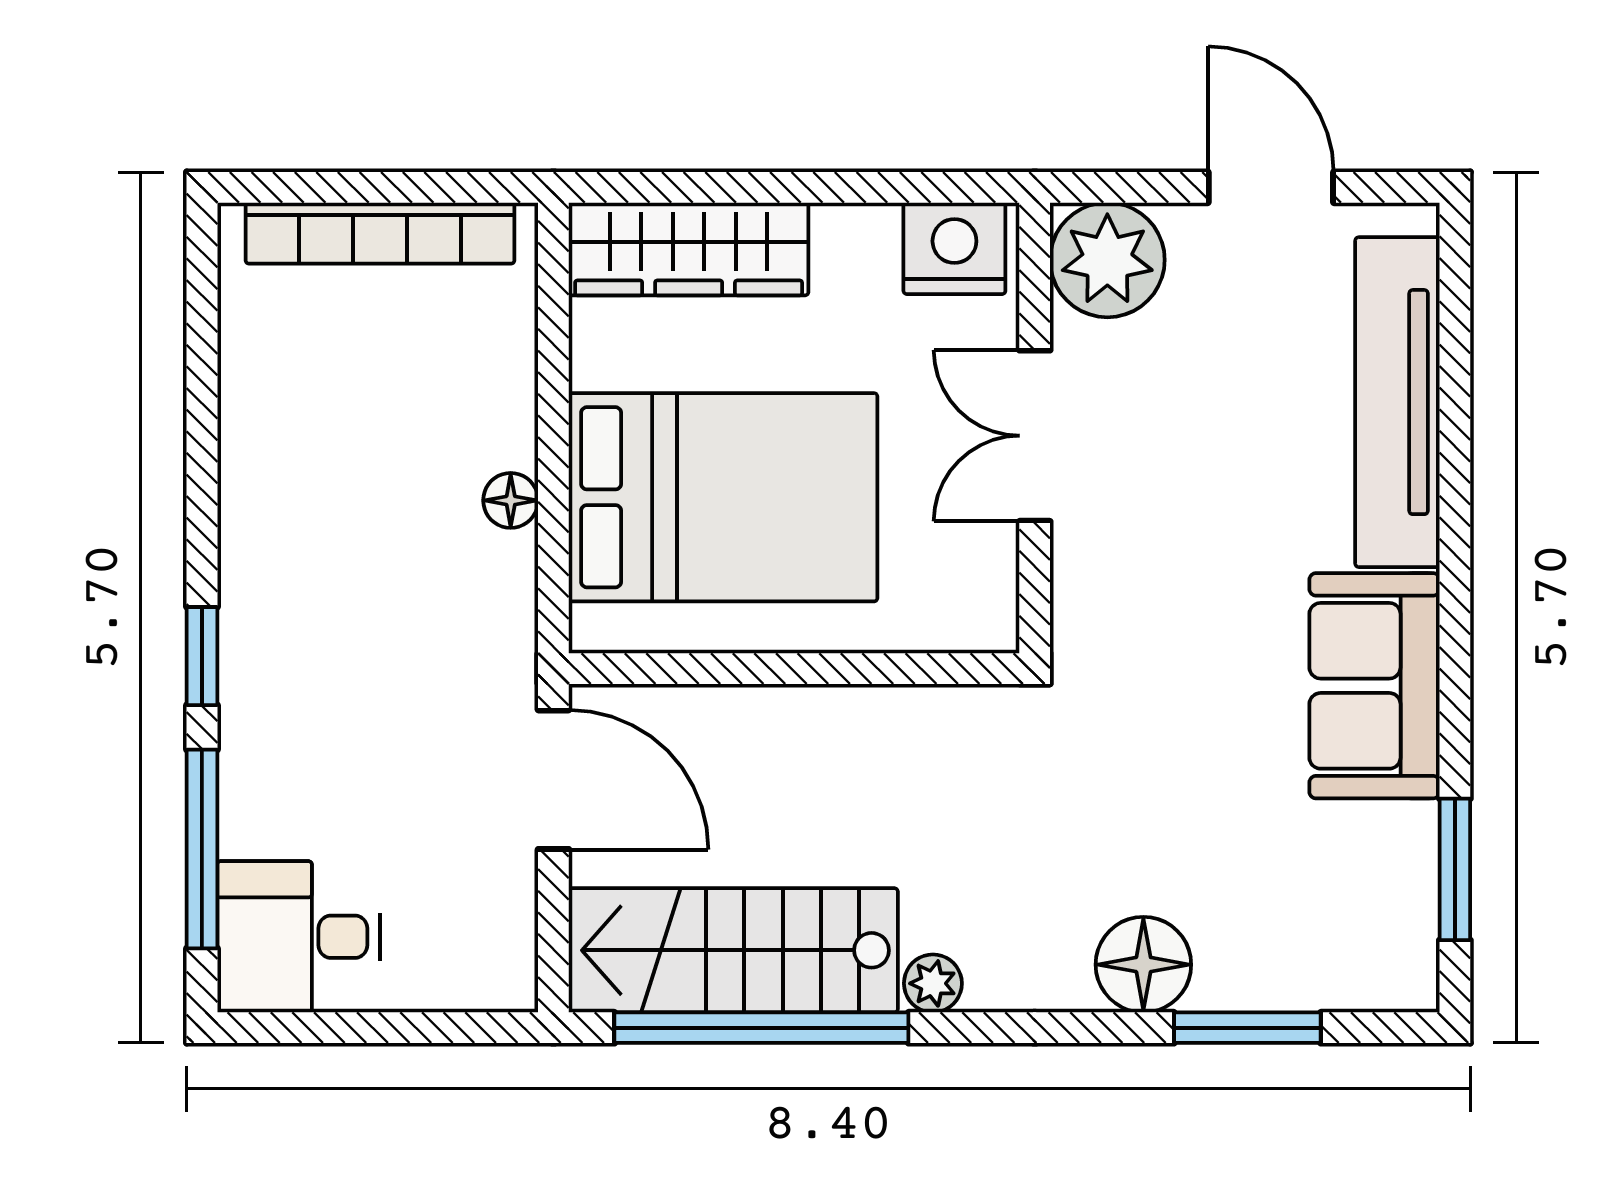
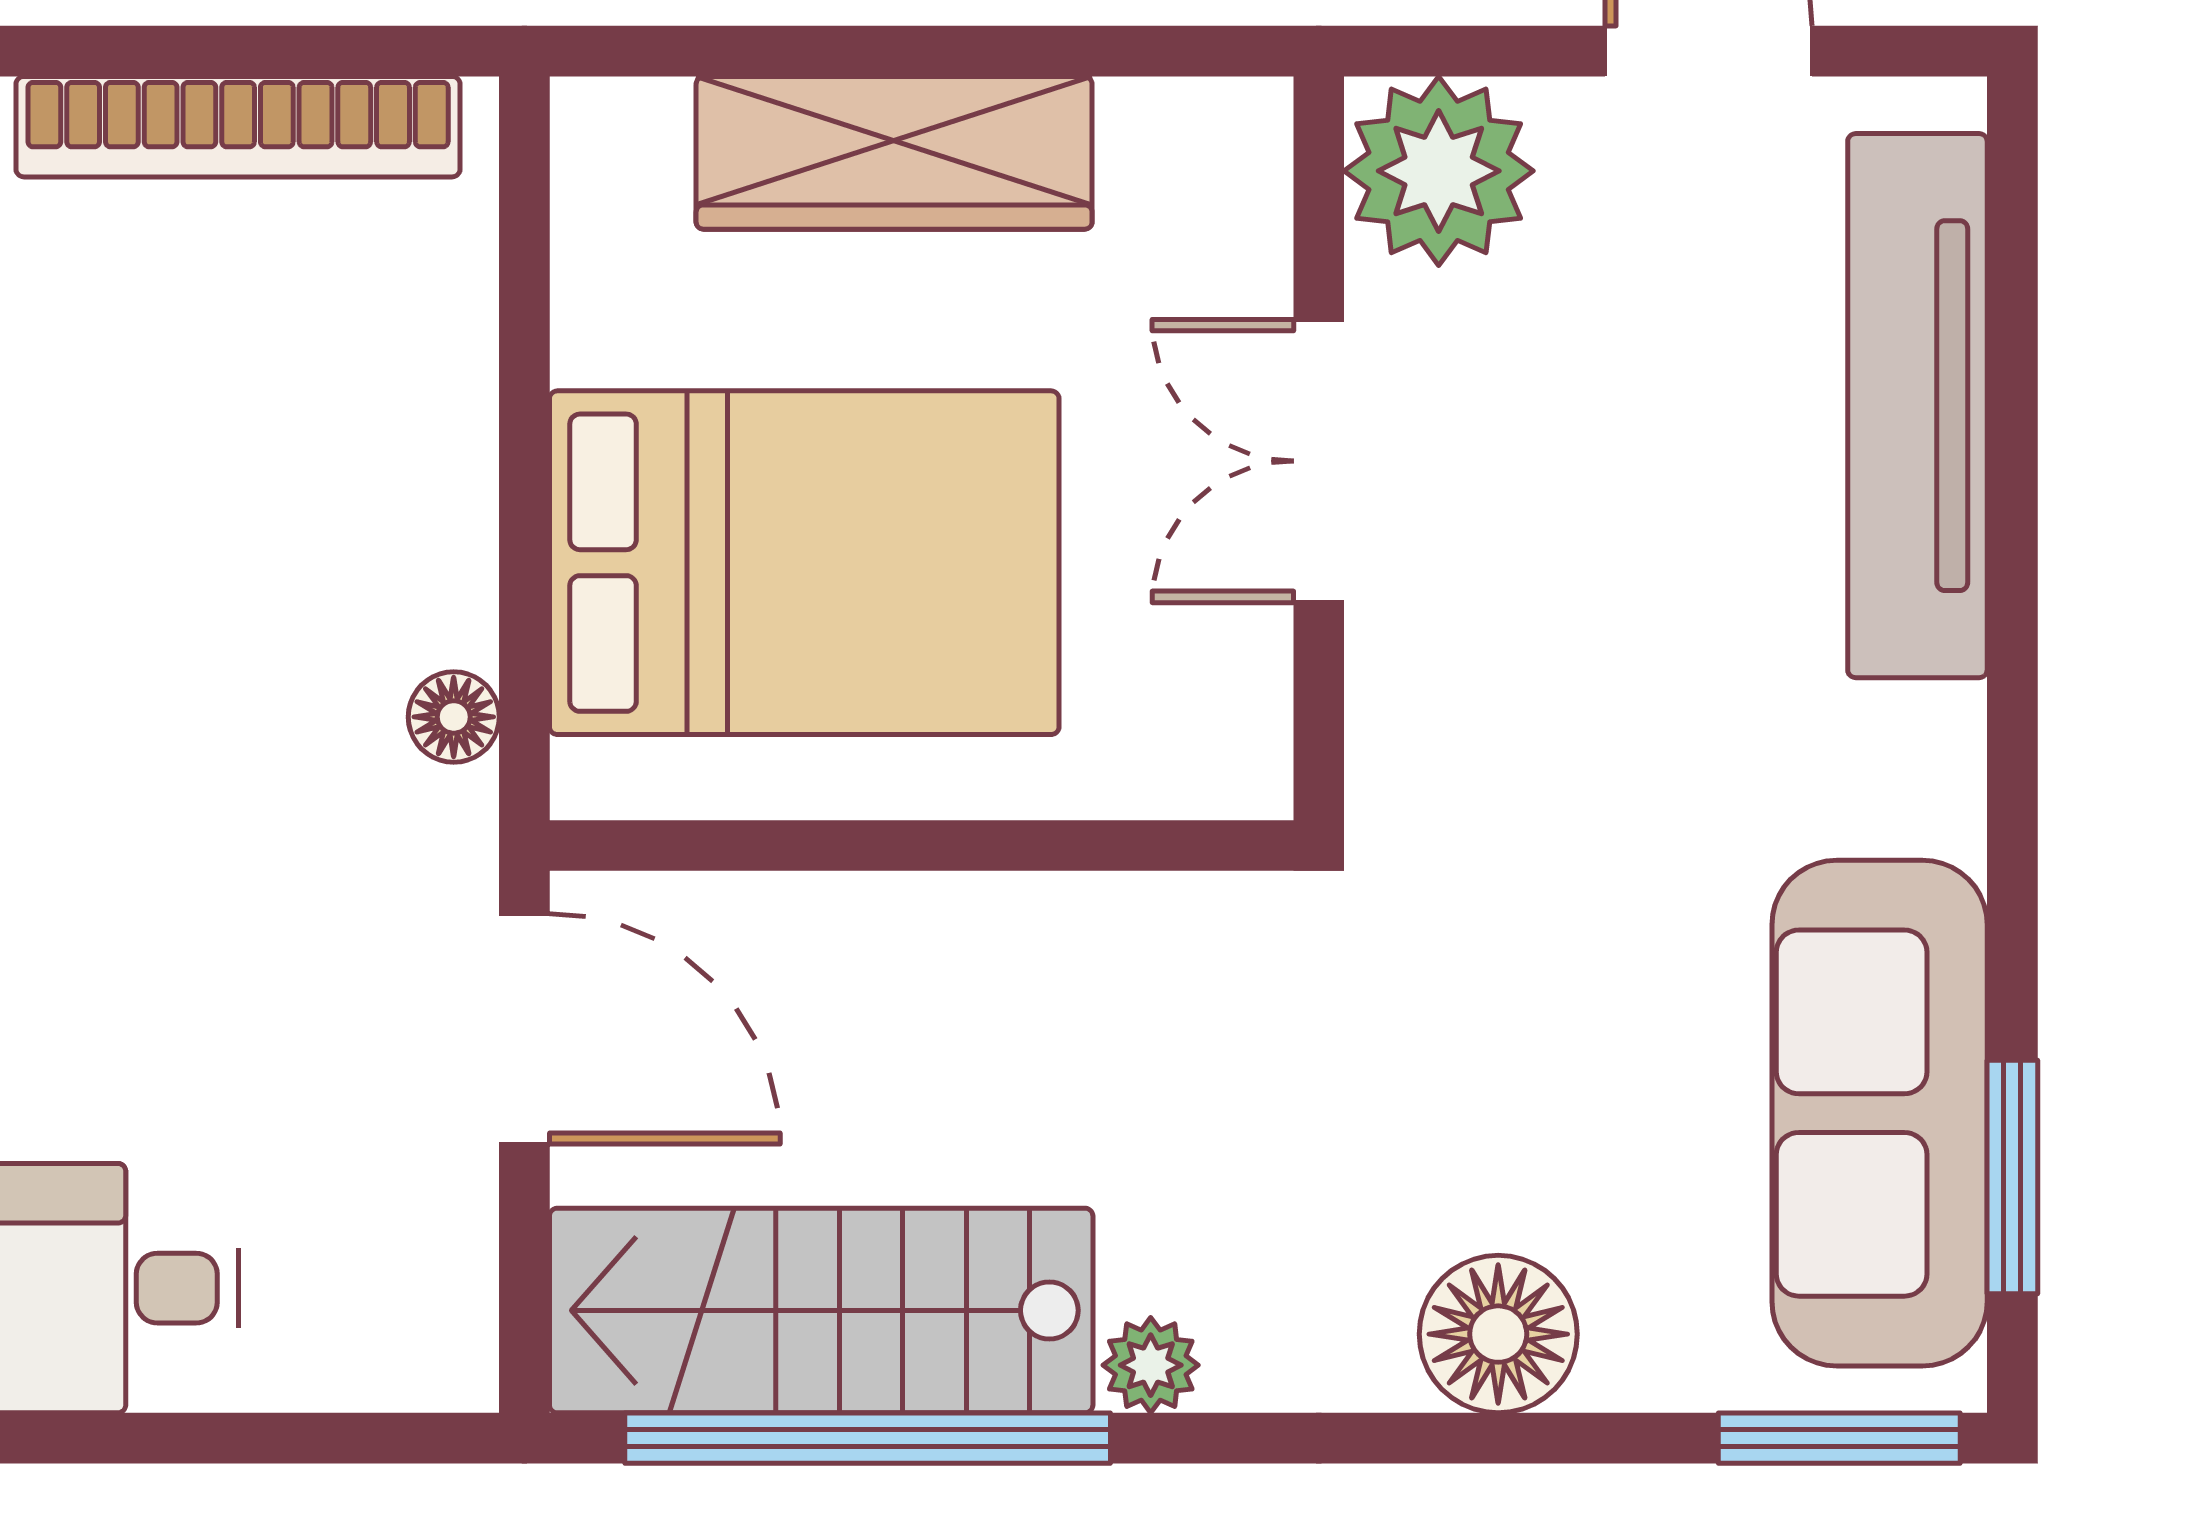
nightstand: (954, 248) -> (1186, 152), removed
wardrobe: (689, 249) -> (894, 153), moved
floor lamp: (511, 500) -> (454, 717), moved
sofa: (1374, 686) -> (1880, 1113), moved, width x1.36
window: (1247, 1028) -> (1839, 1438), moved

